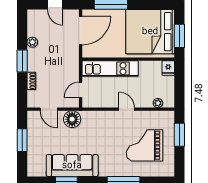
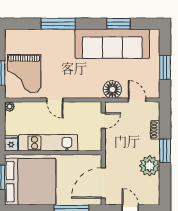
plant: (32, 42) -> (149, 166), width x1.88, depth x1.88
kitchen unit: (110, 69) -> (48, 143), moved
plant: (158, 103) -> (10, 106), moved
grand piano: (144, 145) -> (24, 74), moved, turned 90
sofa: (72, 166) -> (112, 44), width x1.36, depth x1.27

